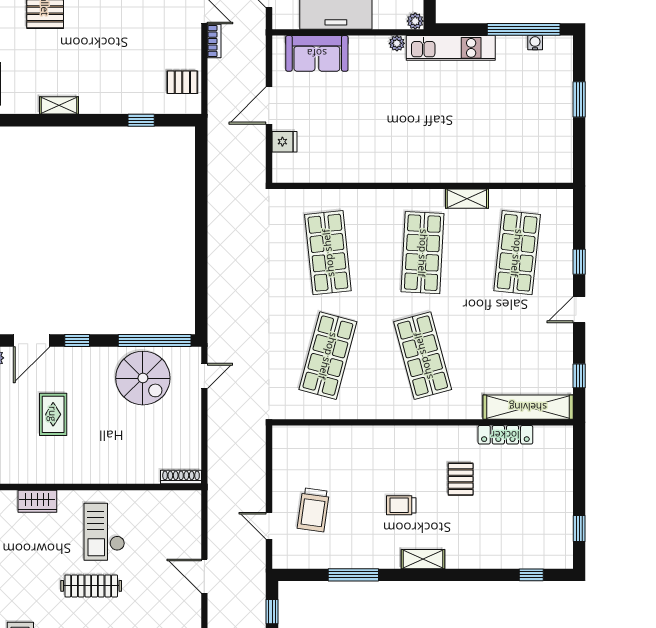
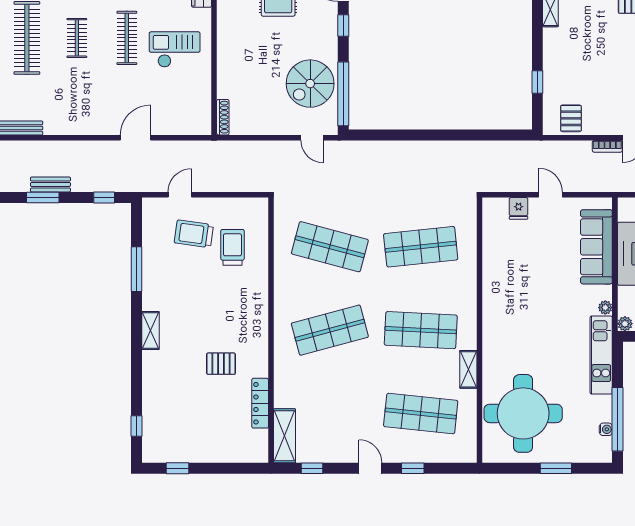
sofa: (317, 53) -> (596, 247), width x1.36
door: (269, 106) -> (550, 195), width x0.73
round table: (517, 137) -> (523, 413), added
shelving: (528, 407) -> (285, 436), width x0.68
trolley: (401, 505) -> (232, 247), moved, width x1.36, depth x1.39

